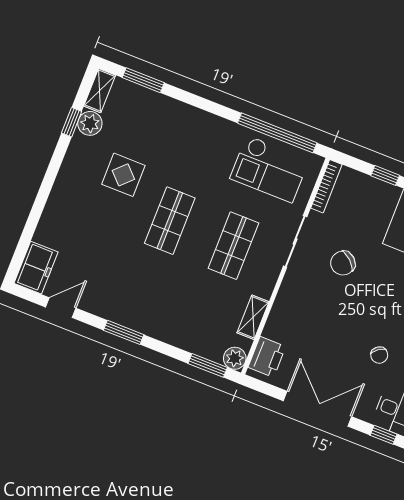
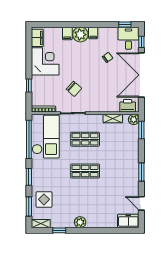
window: (202, 103) -> (29, 177), added
plant: (90, 123) -> (80, 222), moved
checkout: (270, 169) -> (46, 137), width x1.36, depth x1.21
display table: (123, 175) -> (44, 199), moved
double door: (318, 409) -> (141, 75), width x1.36

